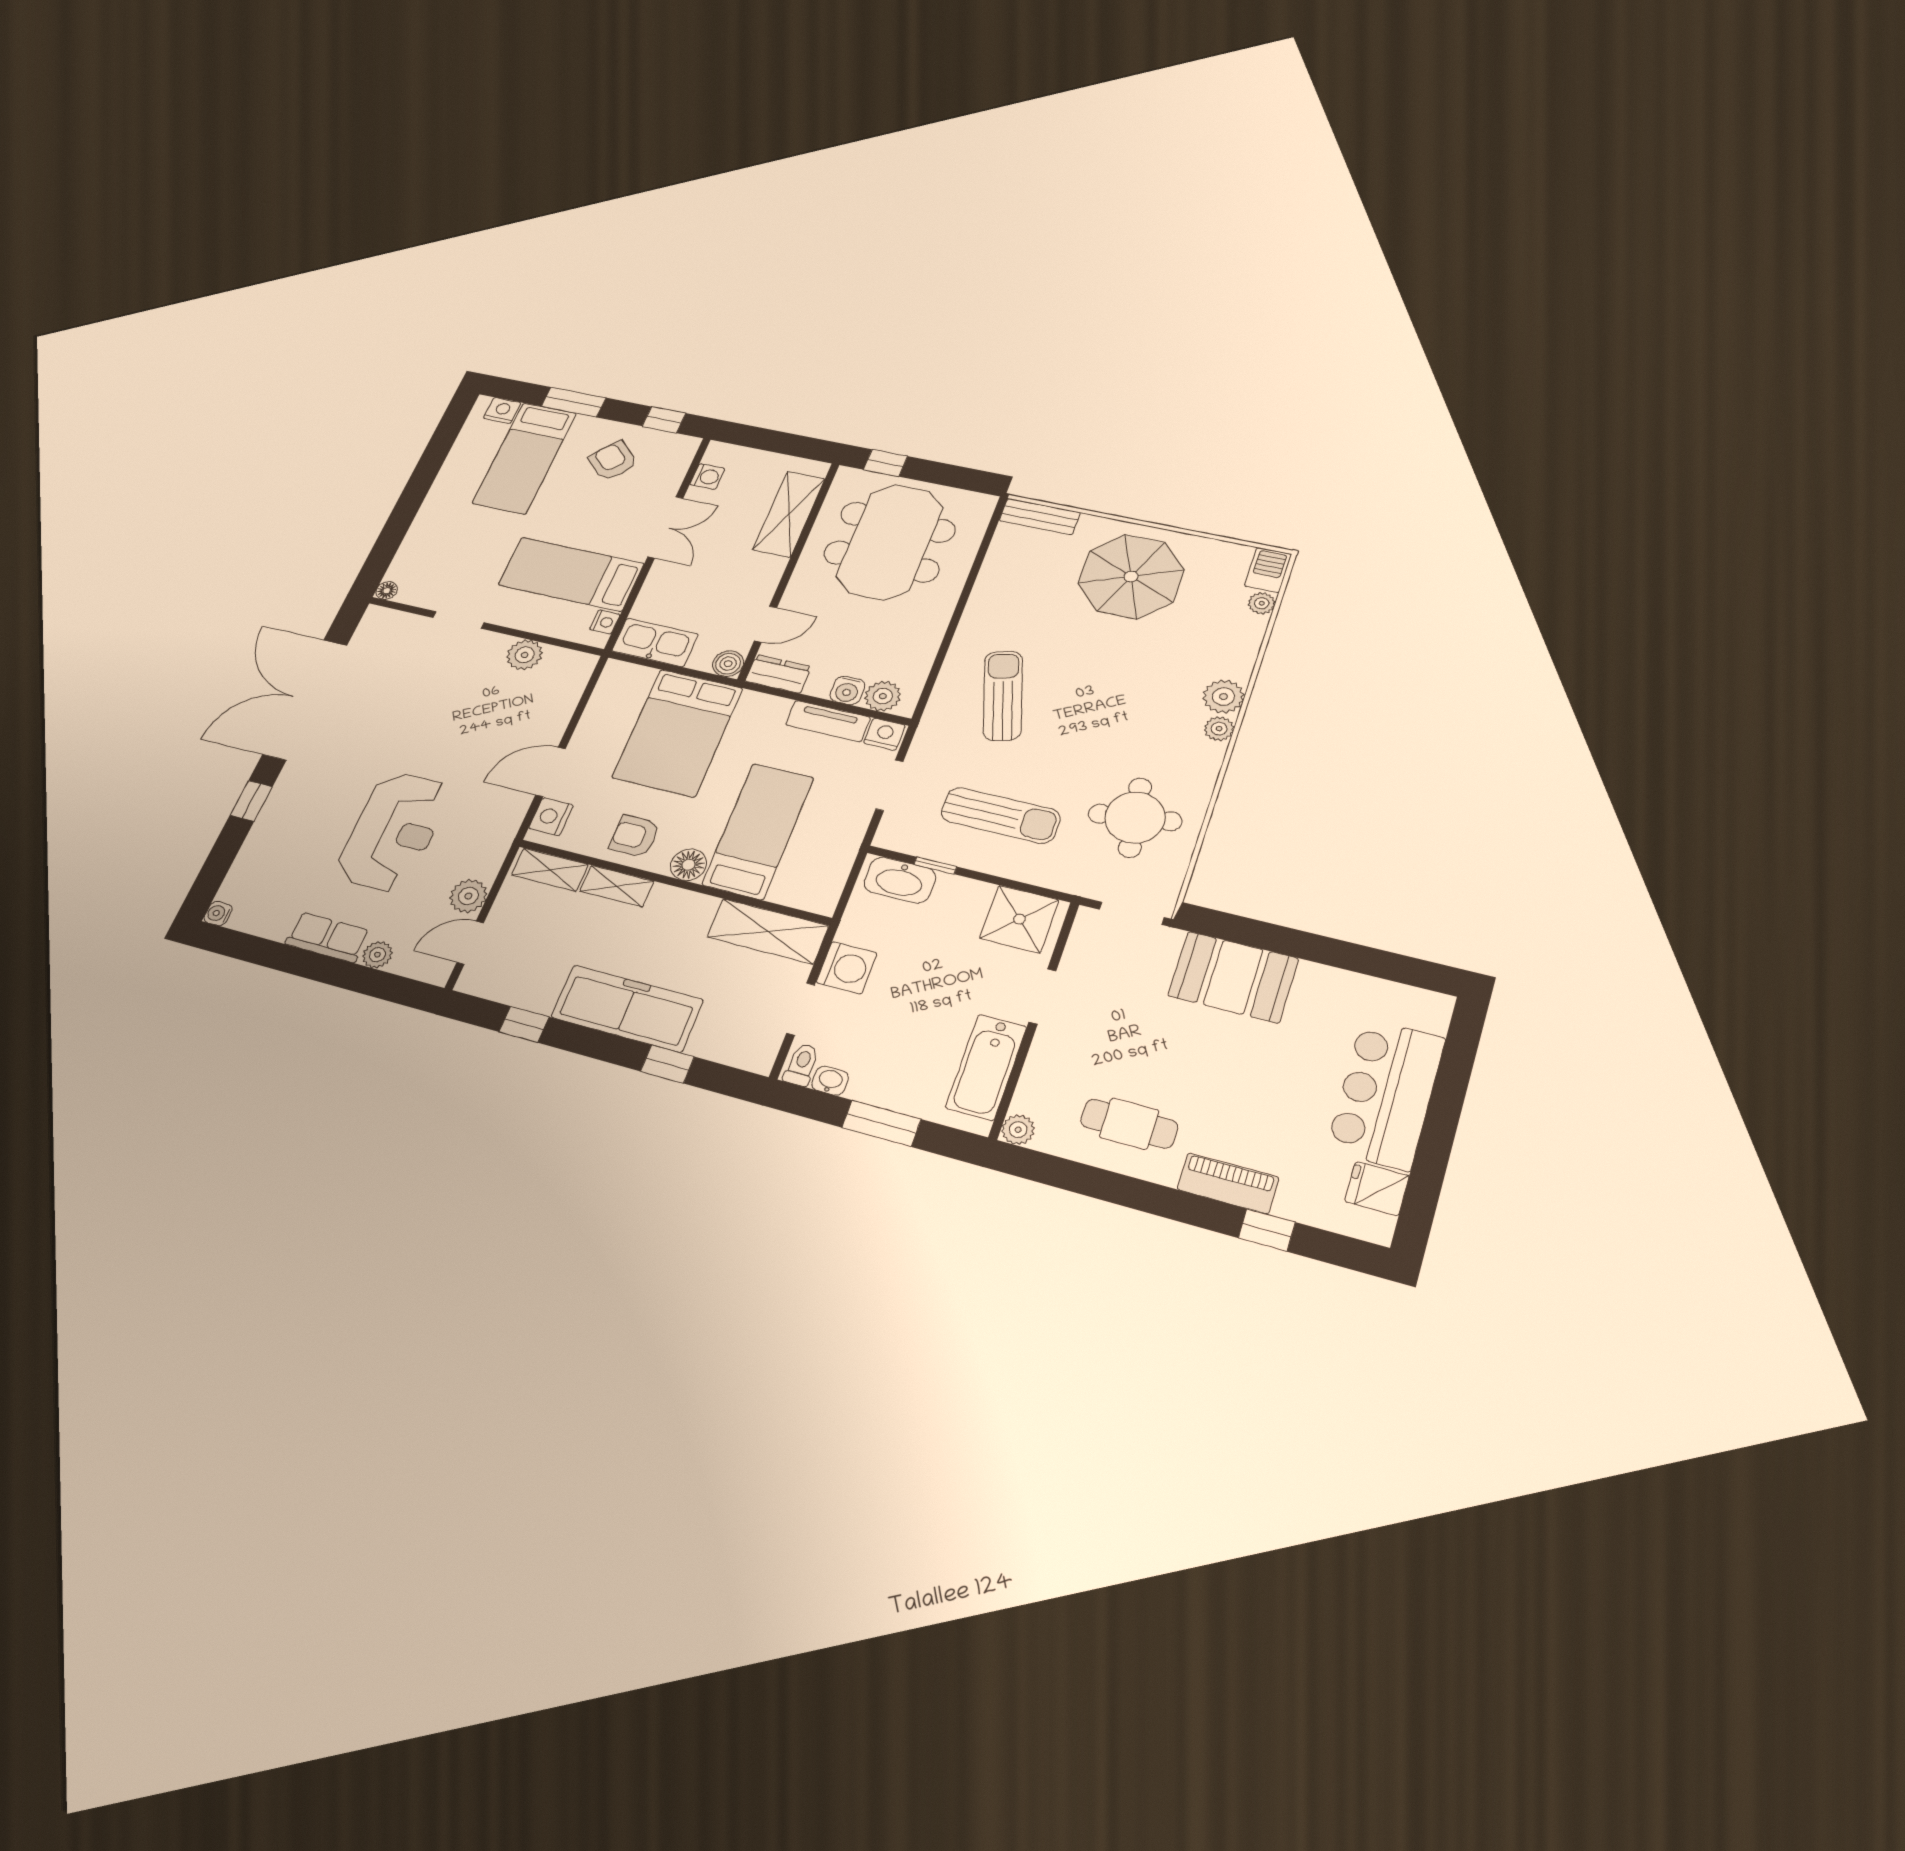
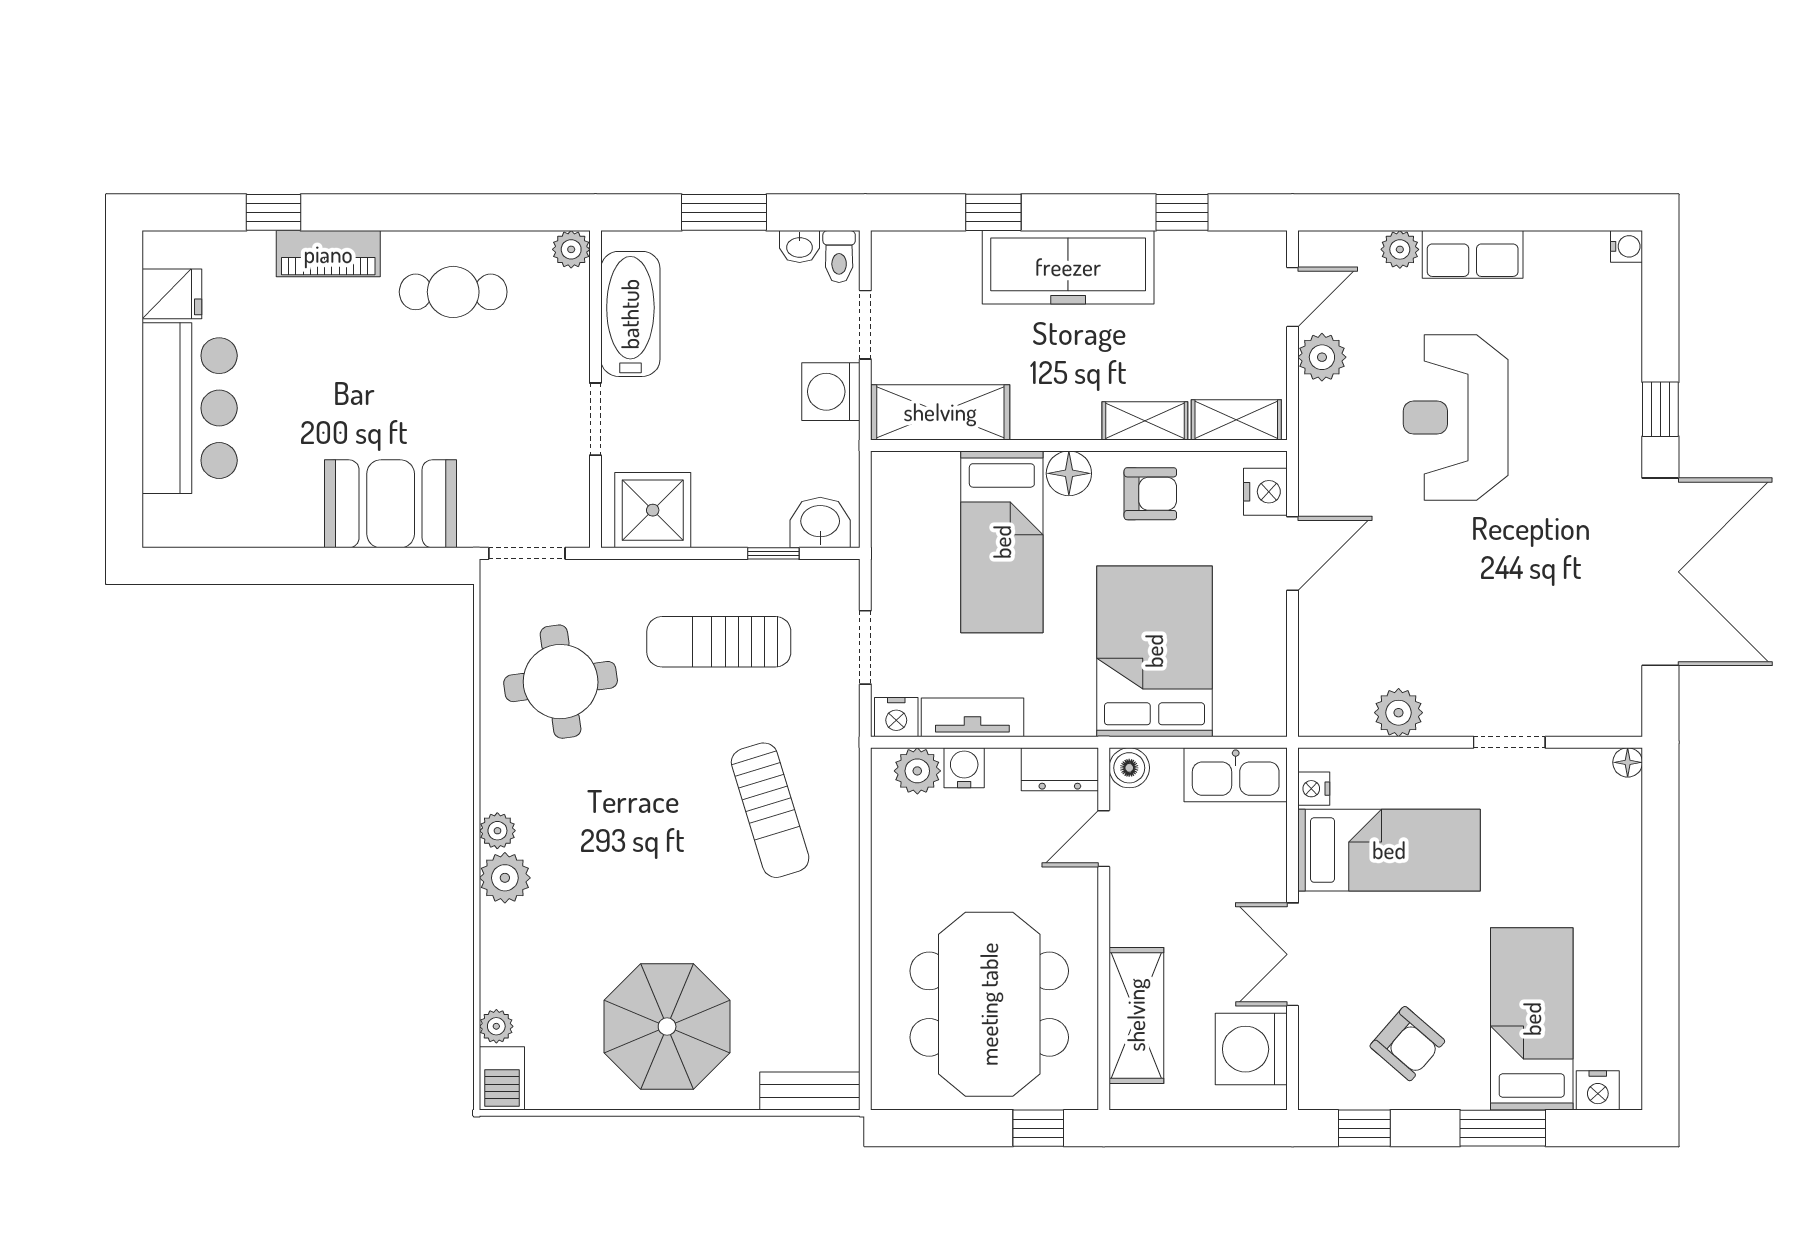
washing machine: (707, 477) -> (1251, 1049), width x1.89, depth x1.89
washbasin: (900, 880) -> (820, 523), width x0.72

